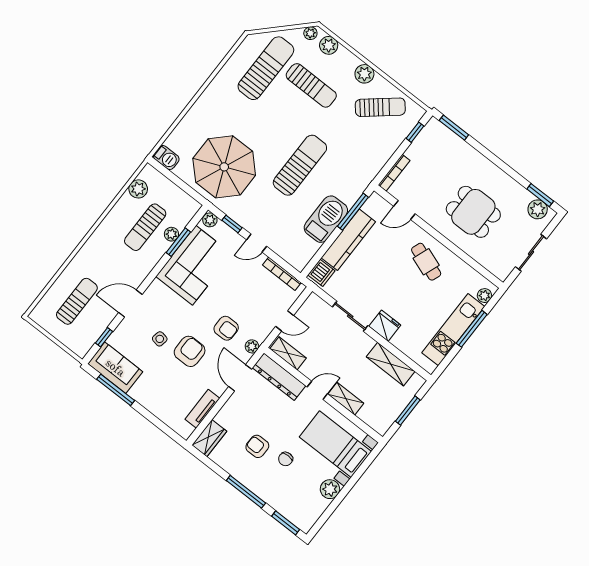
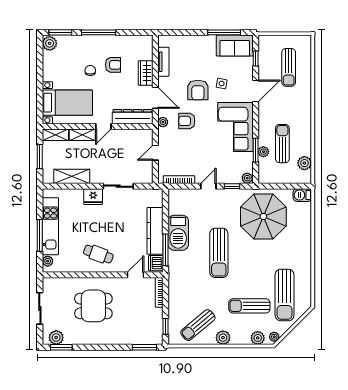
corner sofa: (194, 265) -> (235, 127), moved
dishwasher: (321, 273) -> (156, 263), moved
shelving: (288, 353) -> (55, 135), moved
wardrobe: (209, 438) -> (146, 73), moved
plant: (330, 489) -> (50, 43), moved

